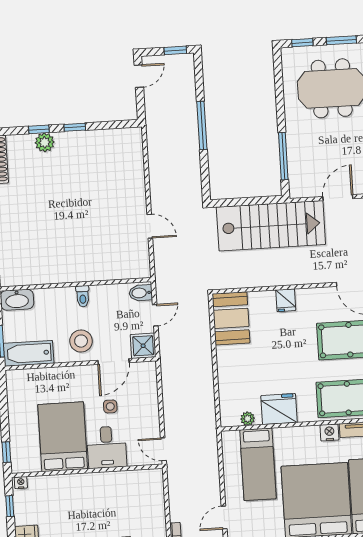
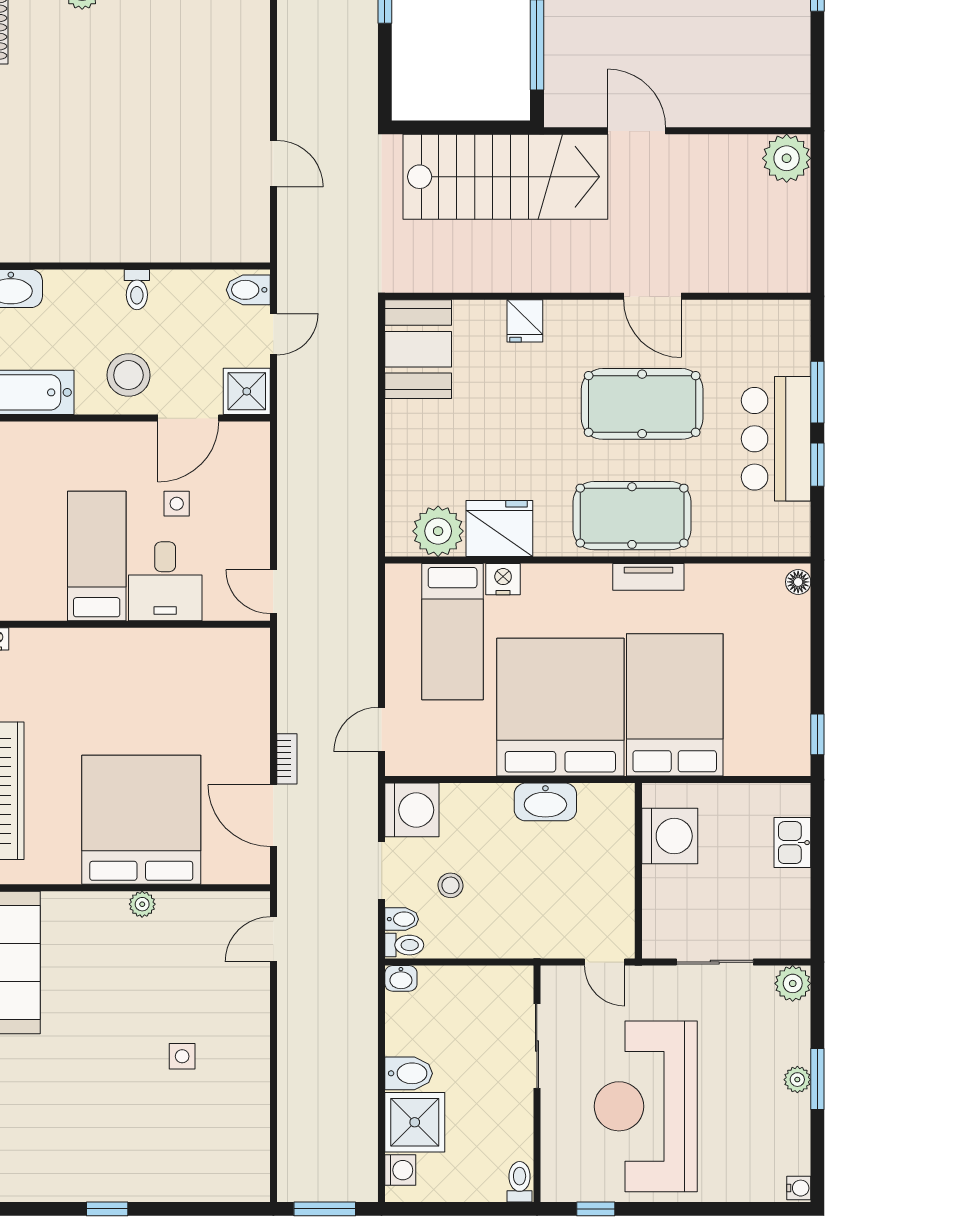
door: (338, 198) -> (637, 131), hinge flipped
plant: (248, 419) -> (438, 531), width x1.88, depth x1.88
nightstand: (329, 432) -> (503, 579), moved
bed: (63, 437) -> (97, 556), width x0.67

